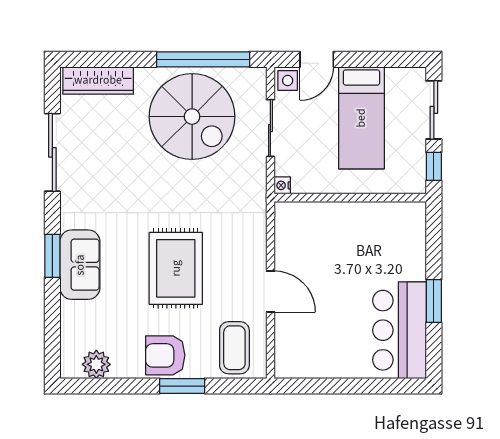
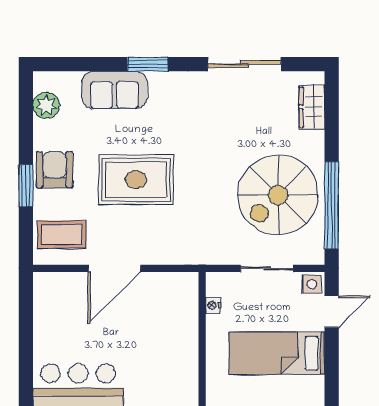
door: (317, 59) -> (332, 312), swing flipped
wardrobe: (98, 80) -> (312, 107), width x0.67
nightstand: (282, 185) -> (213, 305), moved, turned -90
sofa: (80, 265) -> (114, 90), moved
door: (270, 292) -> (114, 268), width x1.36

